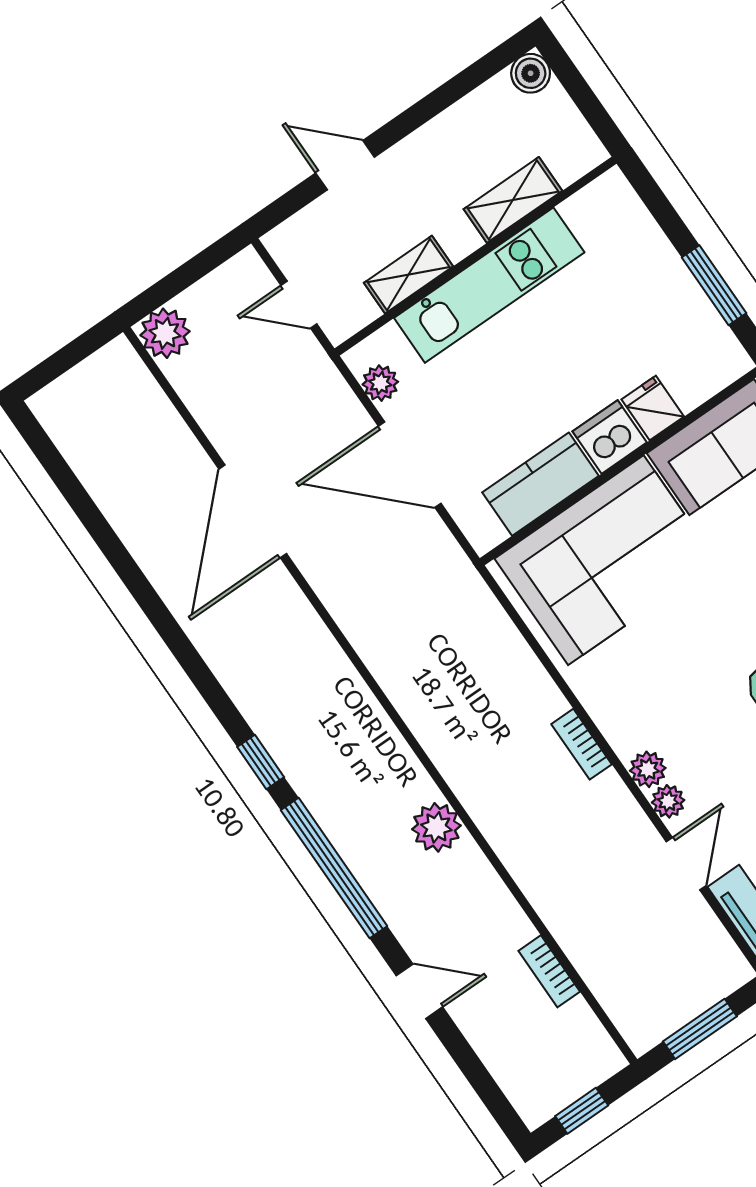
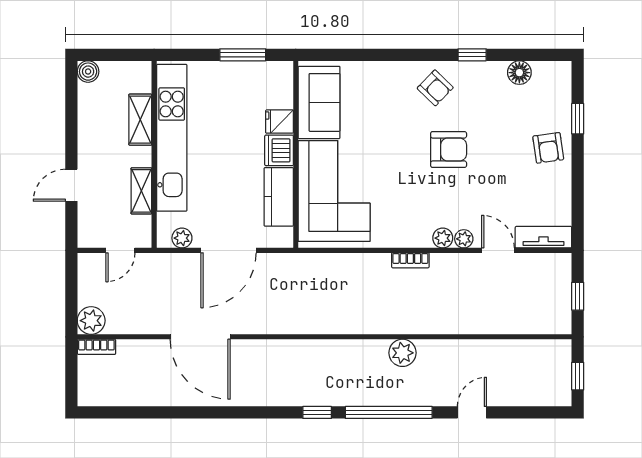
kitchen unit: (489, 285) -> (172, 138), width x1.36
bookcase: (549, 971) -> (96, 347), moved
window: (700, 1029) -> (578, 296), width x0.67

